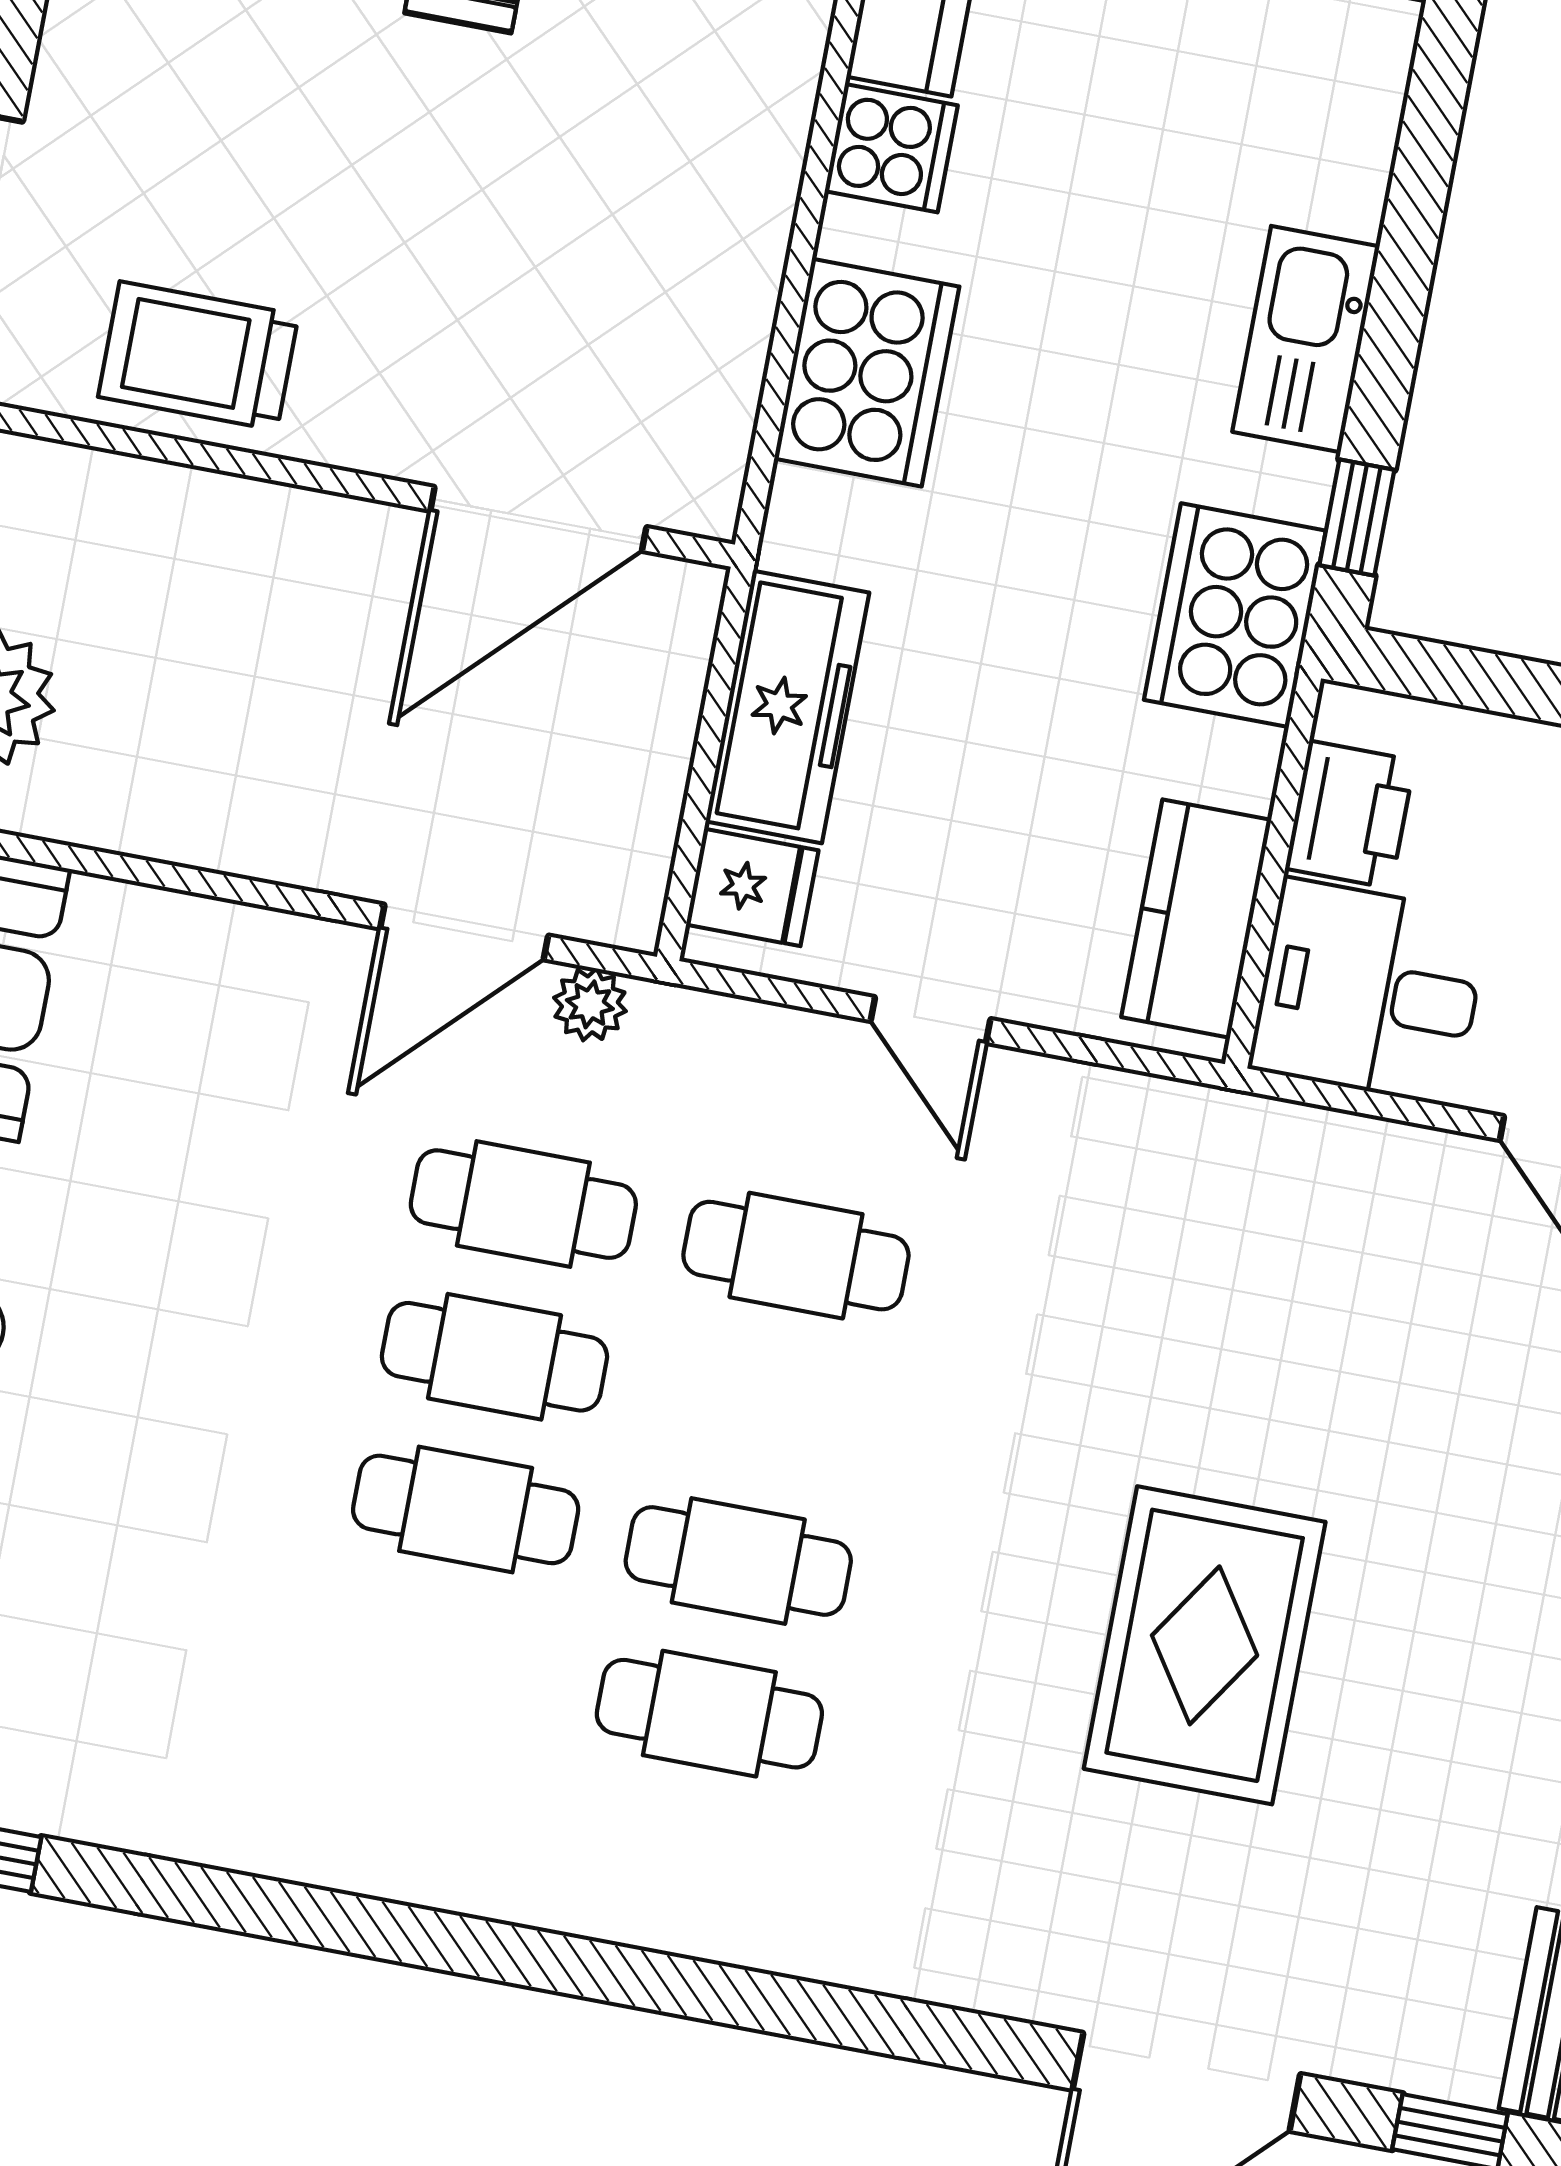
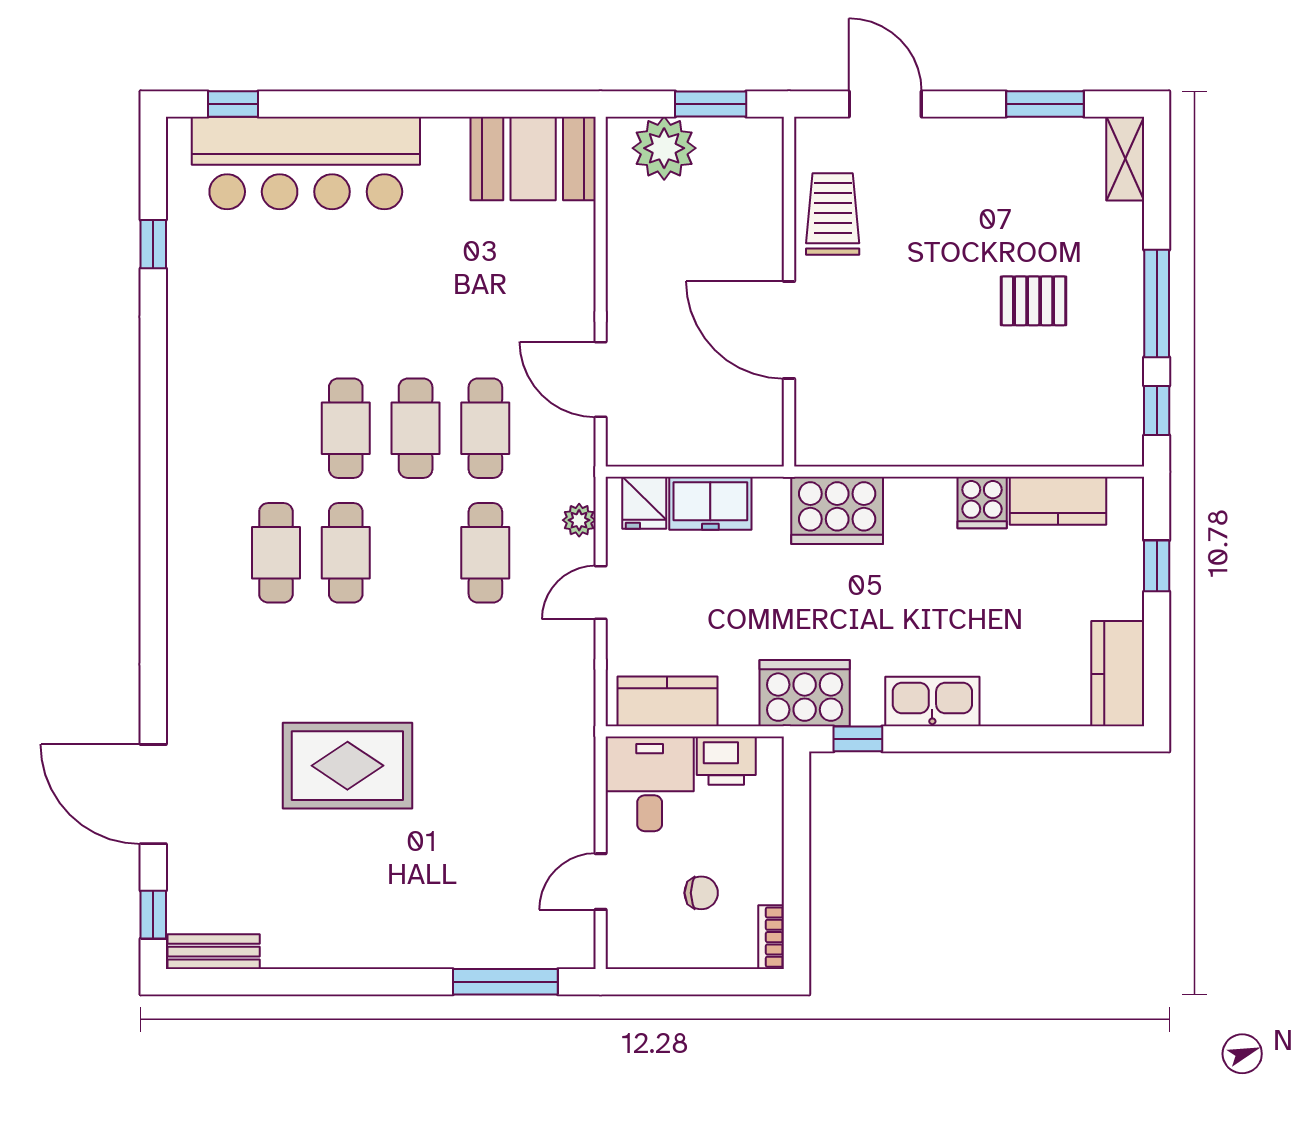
cooker: (867, 373) -> (837, 510), moved
door: (538, 519) -> (789, 330), moved
freezer: (787, 707) -> (710, 503), width x0.71
plant: (590, 1004) -> (579, 520), moved

